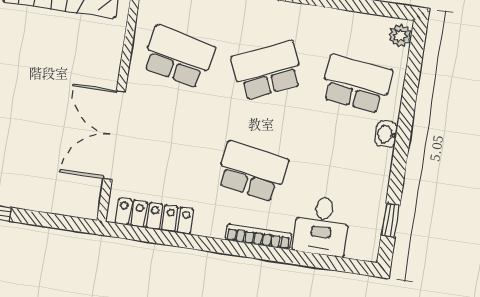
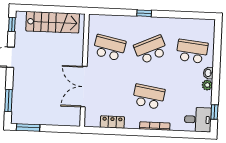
plant: (400, 36) -> (207, 85), moved
locker: (154, 216) -> (112, 122), width x0.66
desk: (322, 226) -> (198, 120), moved, turned -90

